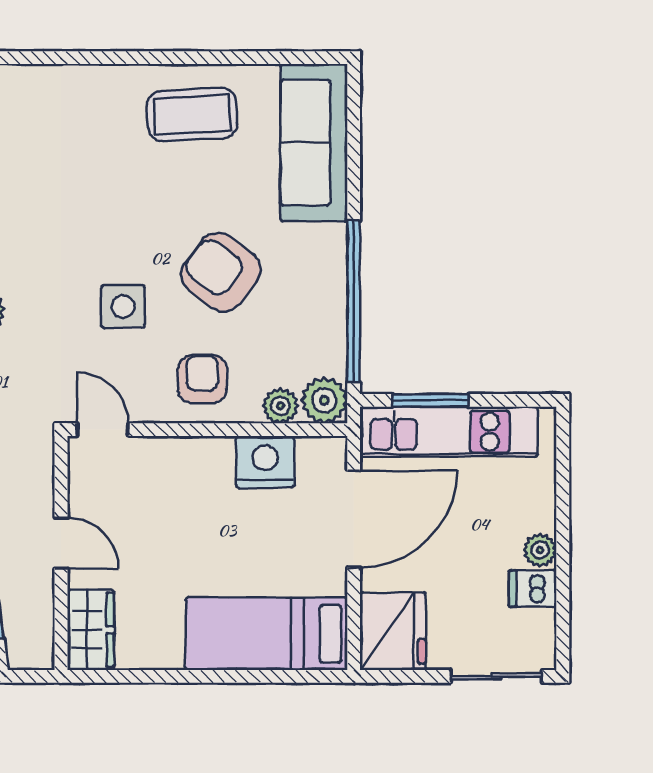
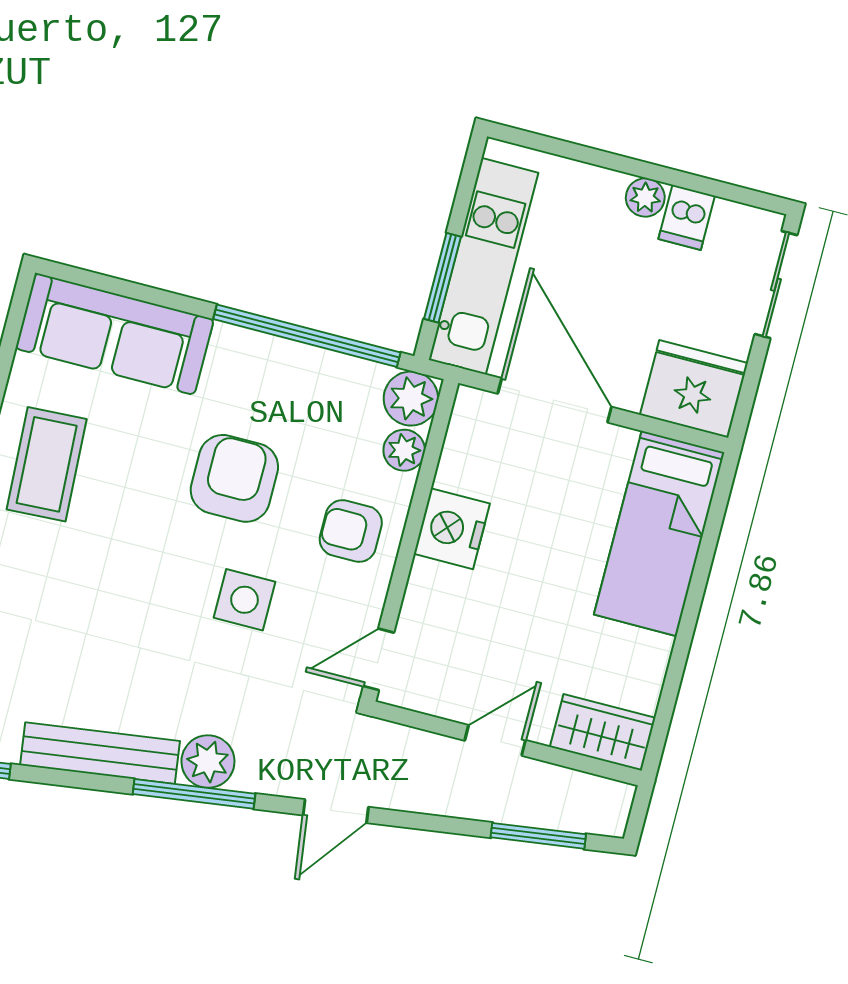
armchair: (221, 272) -> (234, 478), turned 143
nightstand: (265, 462) -> (452, 529), moved

